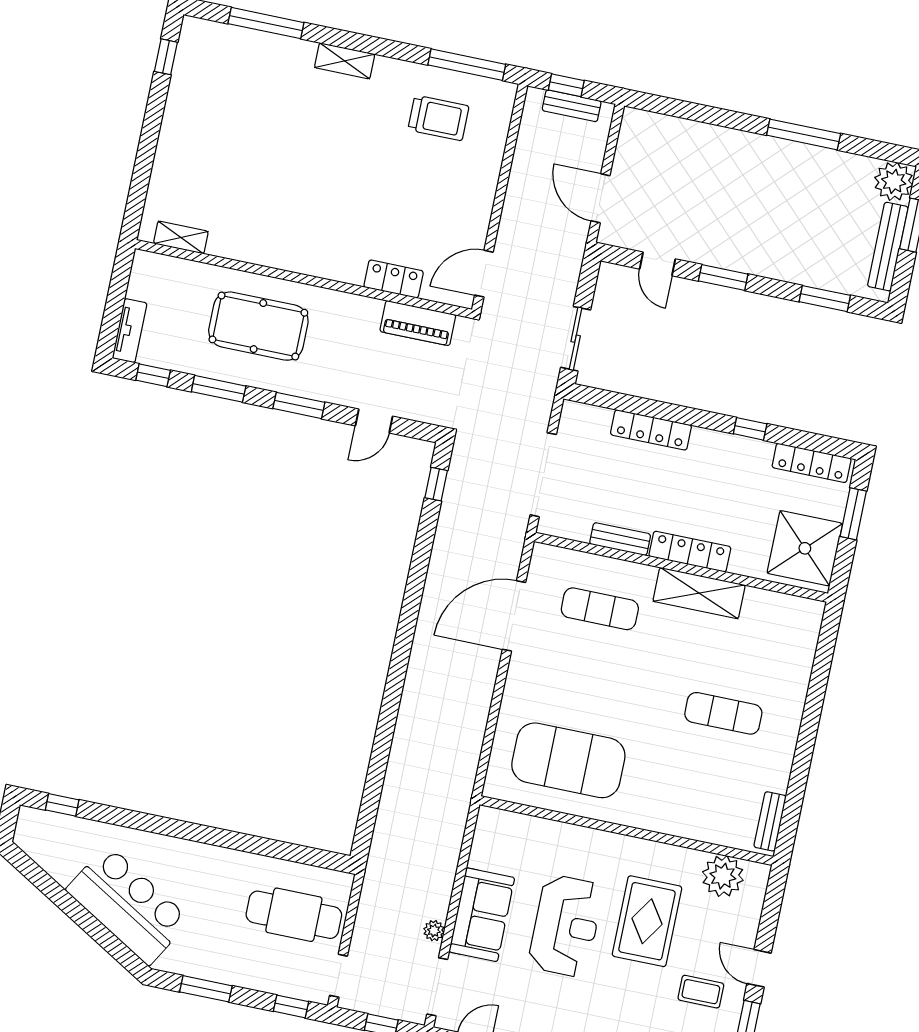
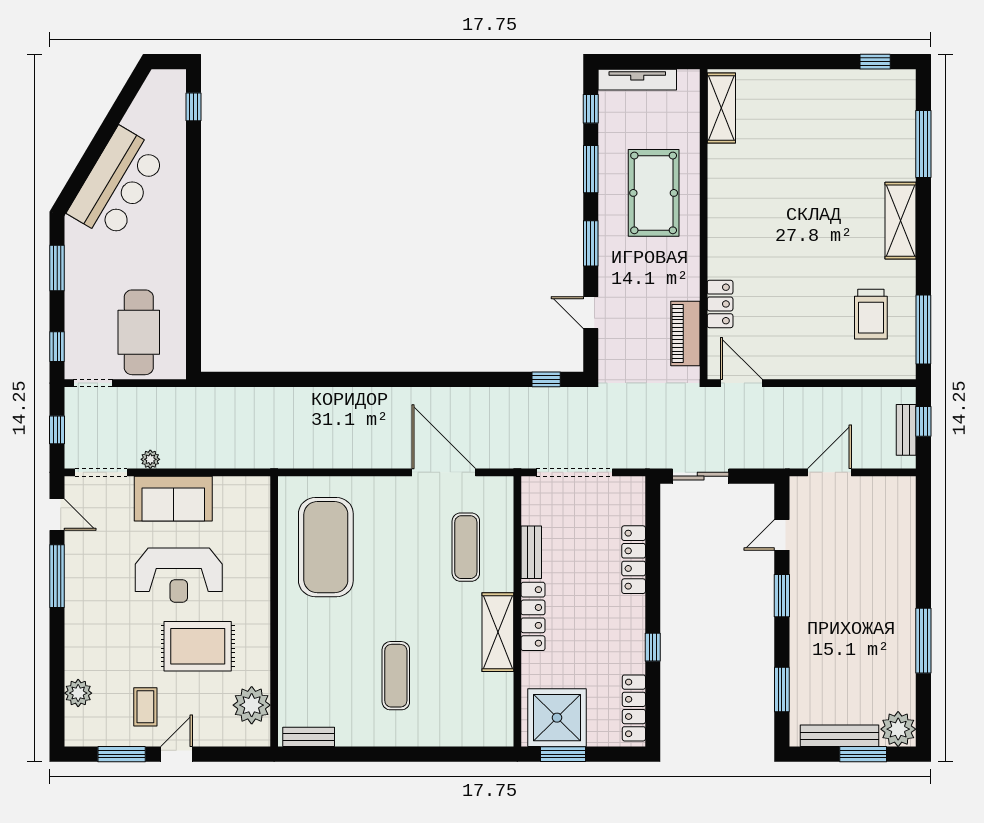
shelving: (345, 61) -> (900, 221), width x1.50, depth x1.33
shelving: (181, 237) -> (721, 108), width x1.50, depth x1.33
tv unit: (130, 331) -> (637, 80), width x1.41
window: (853, 514) -> (563, 754), moved

